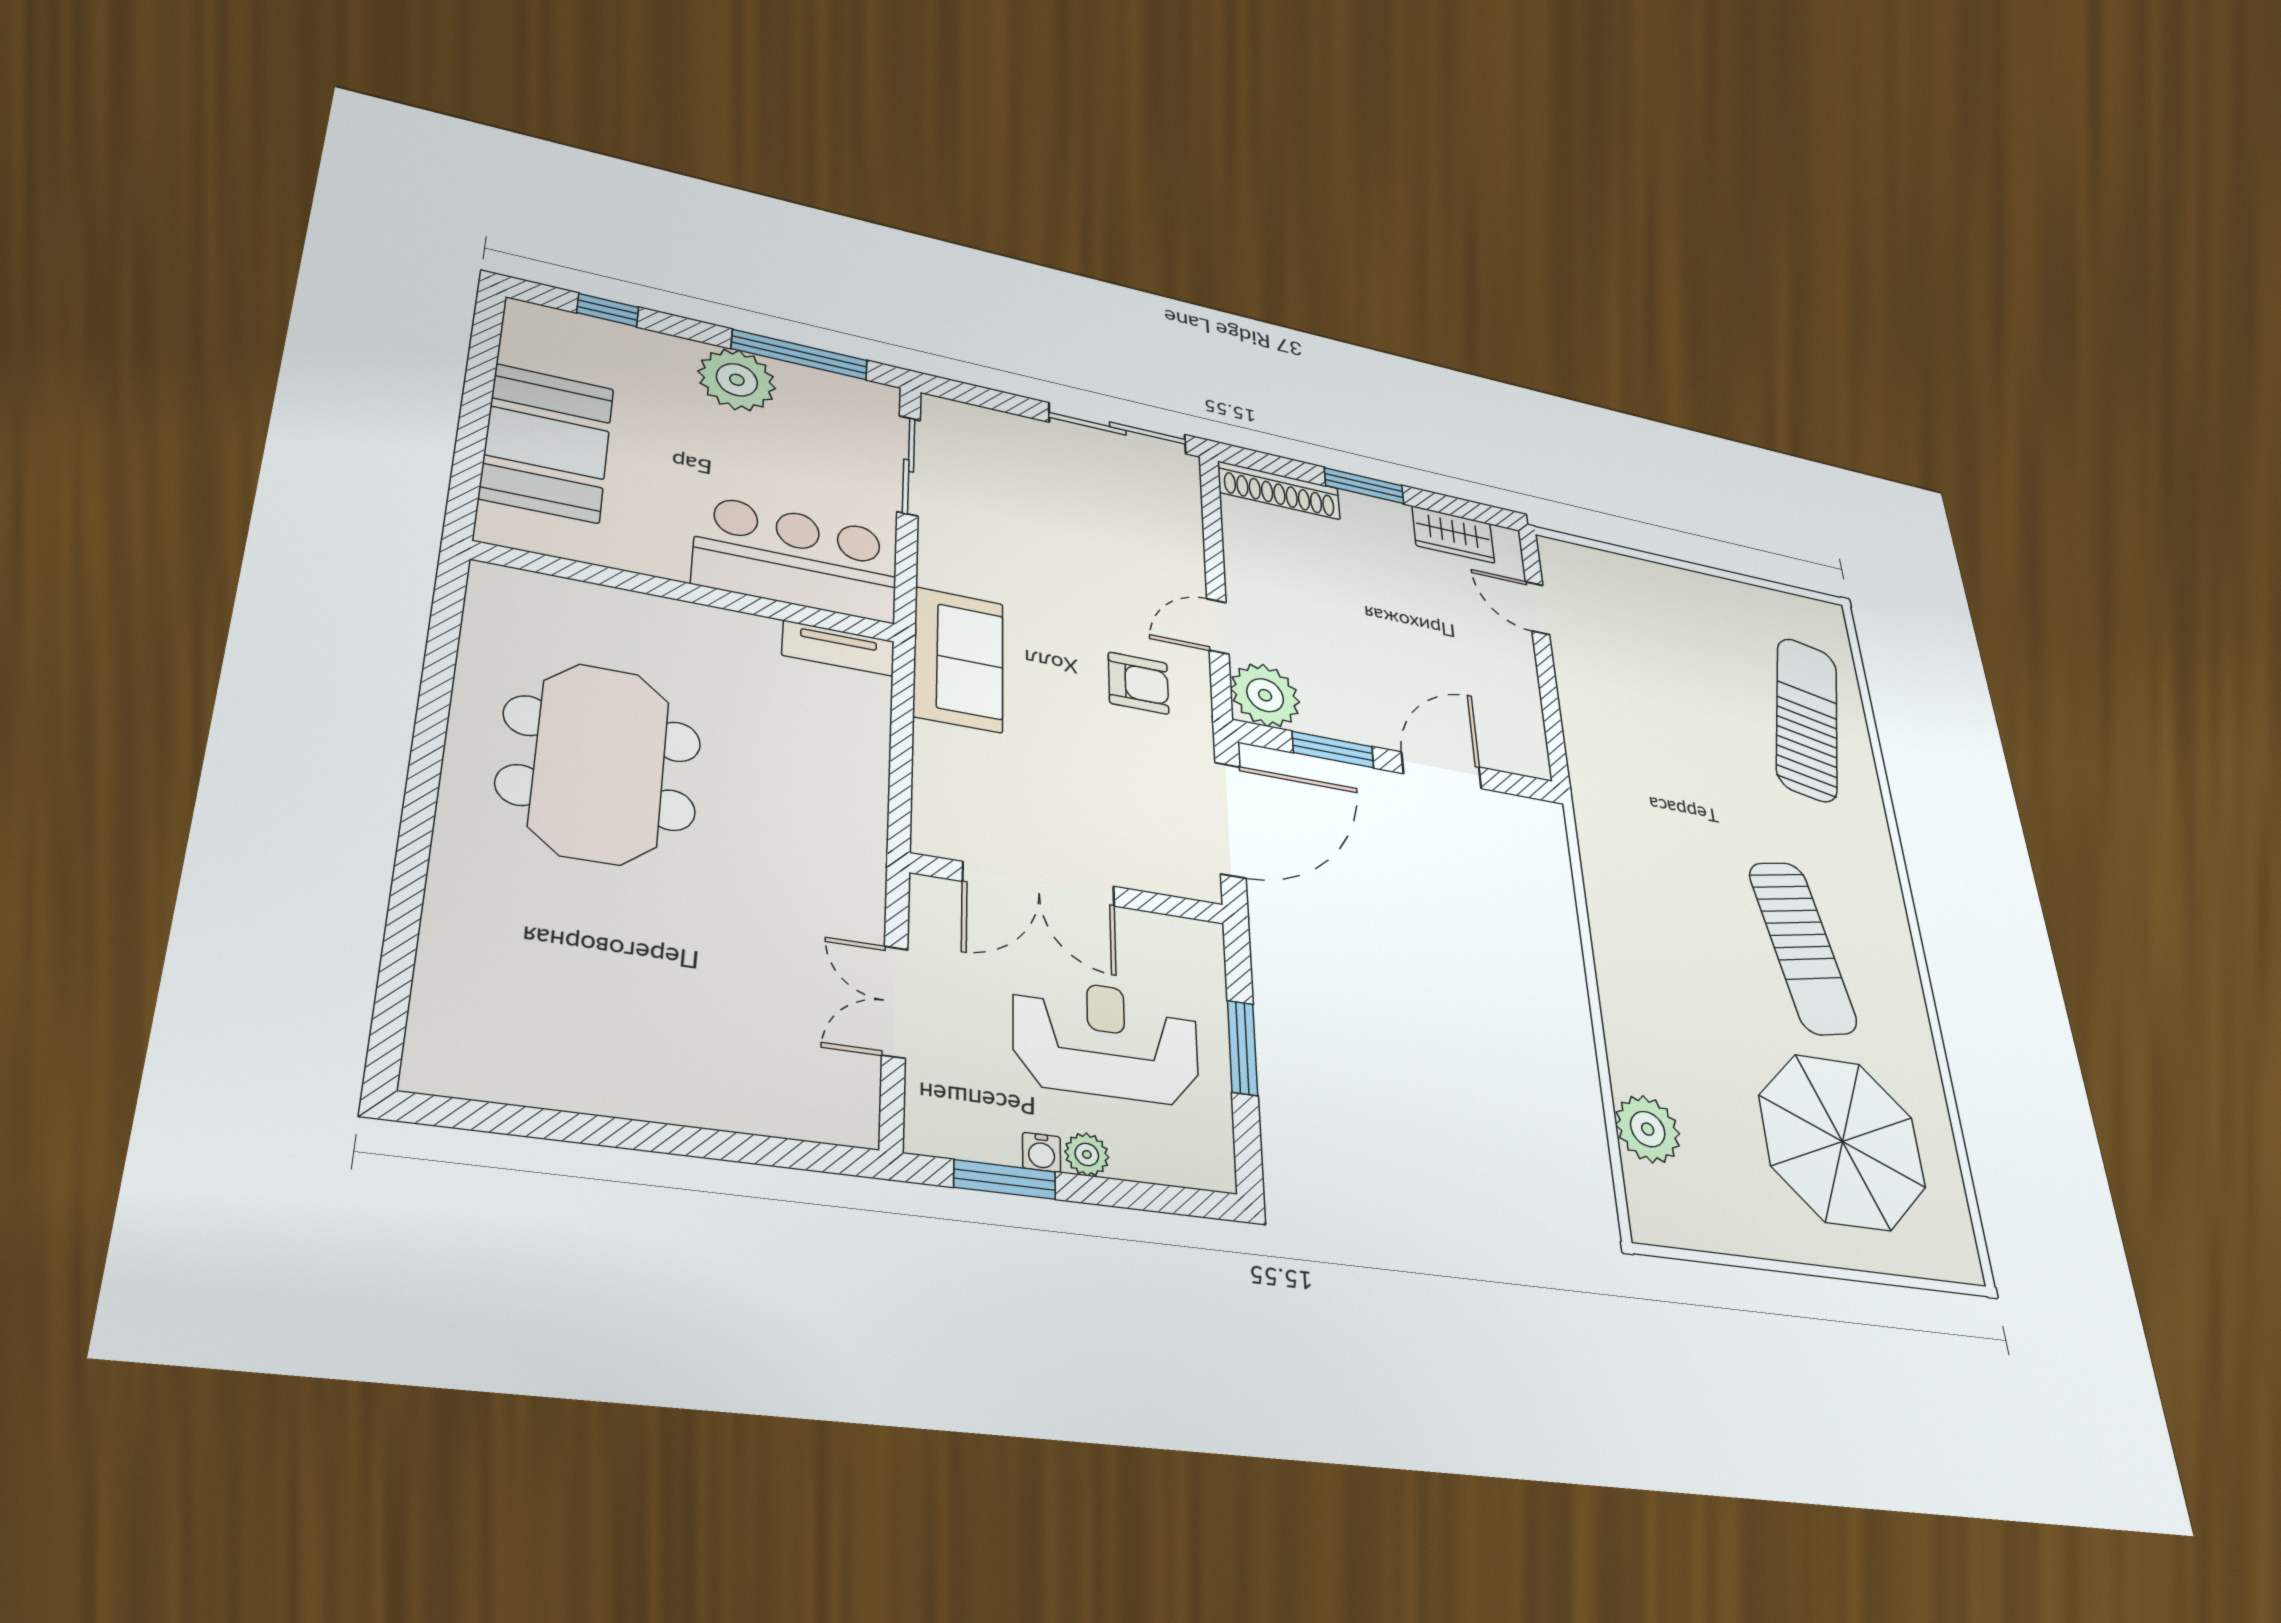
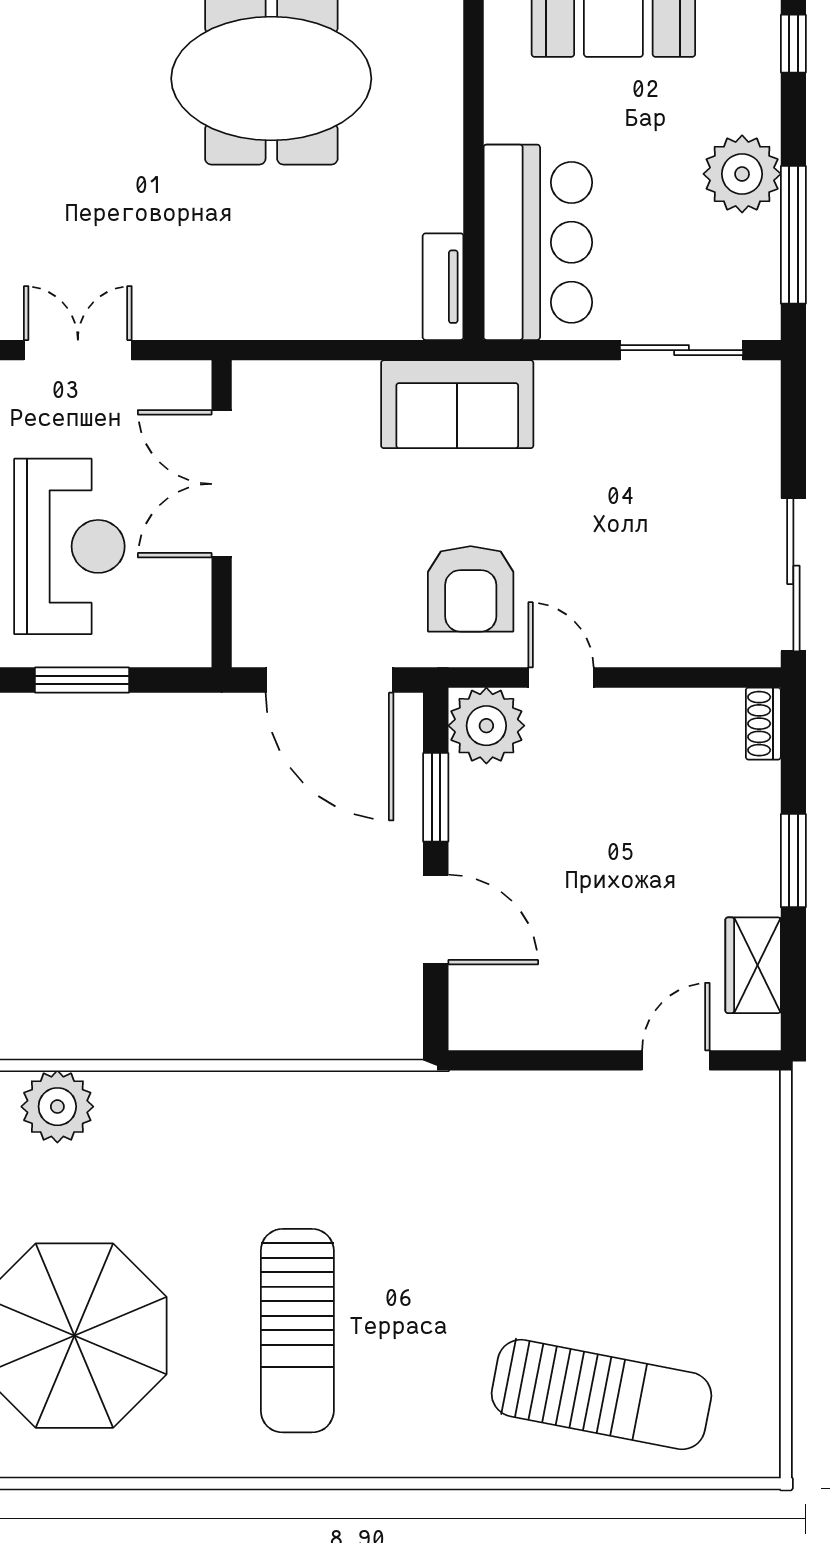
shoe rack: (1279, 490) -> (763, 724), width x0.51, depth x0.81
armchair: (1139, 683) -> (471, 589), width x1.38, depth x1.38
sun lounger: (1803, 947) -> (297, 1331), turned -79

